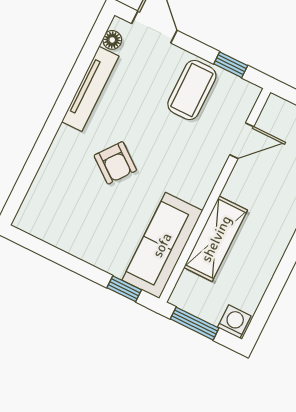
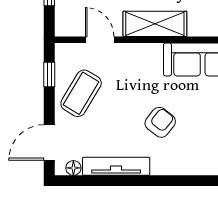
coffee table: (192, 90) -> (81, 93), turned -59
shelving: (216, 239) -> (155, 24), moved

